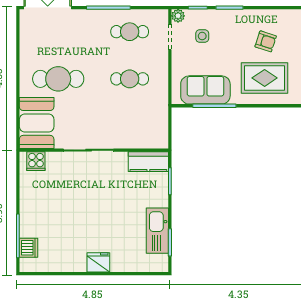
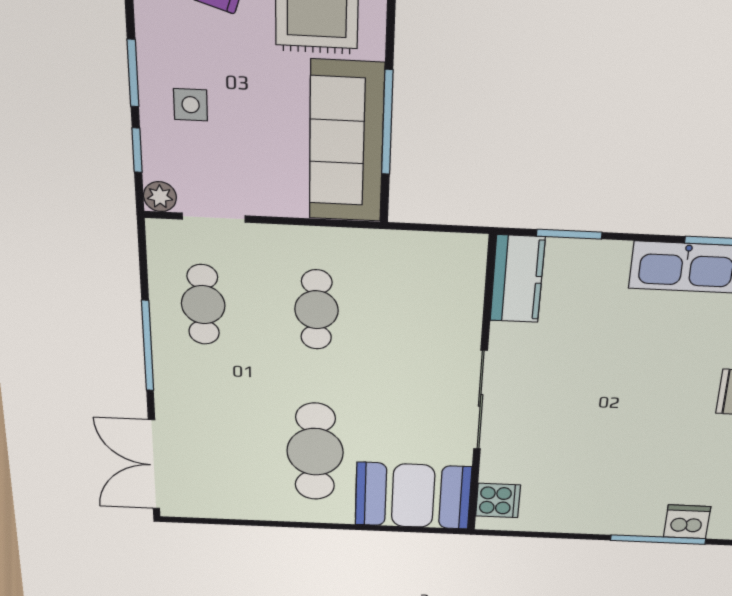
side table: (202, 36) -> (191, 105), moved
sofa: (205, 90) -> (346, 142), width x1.36

